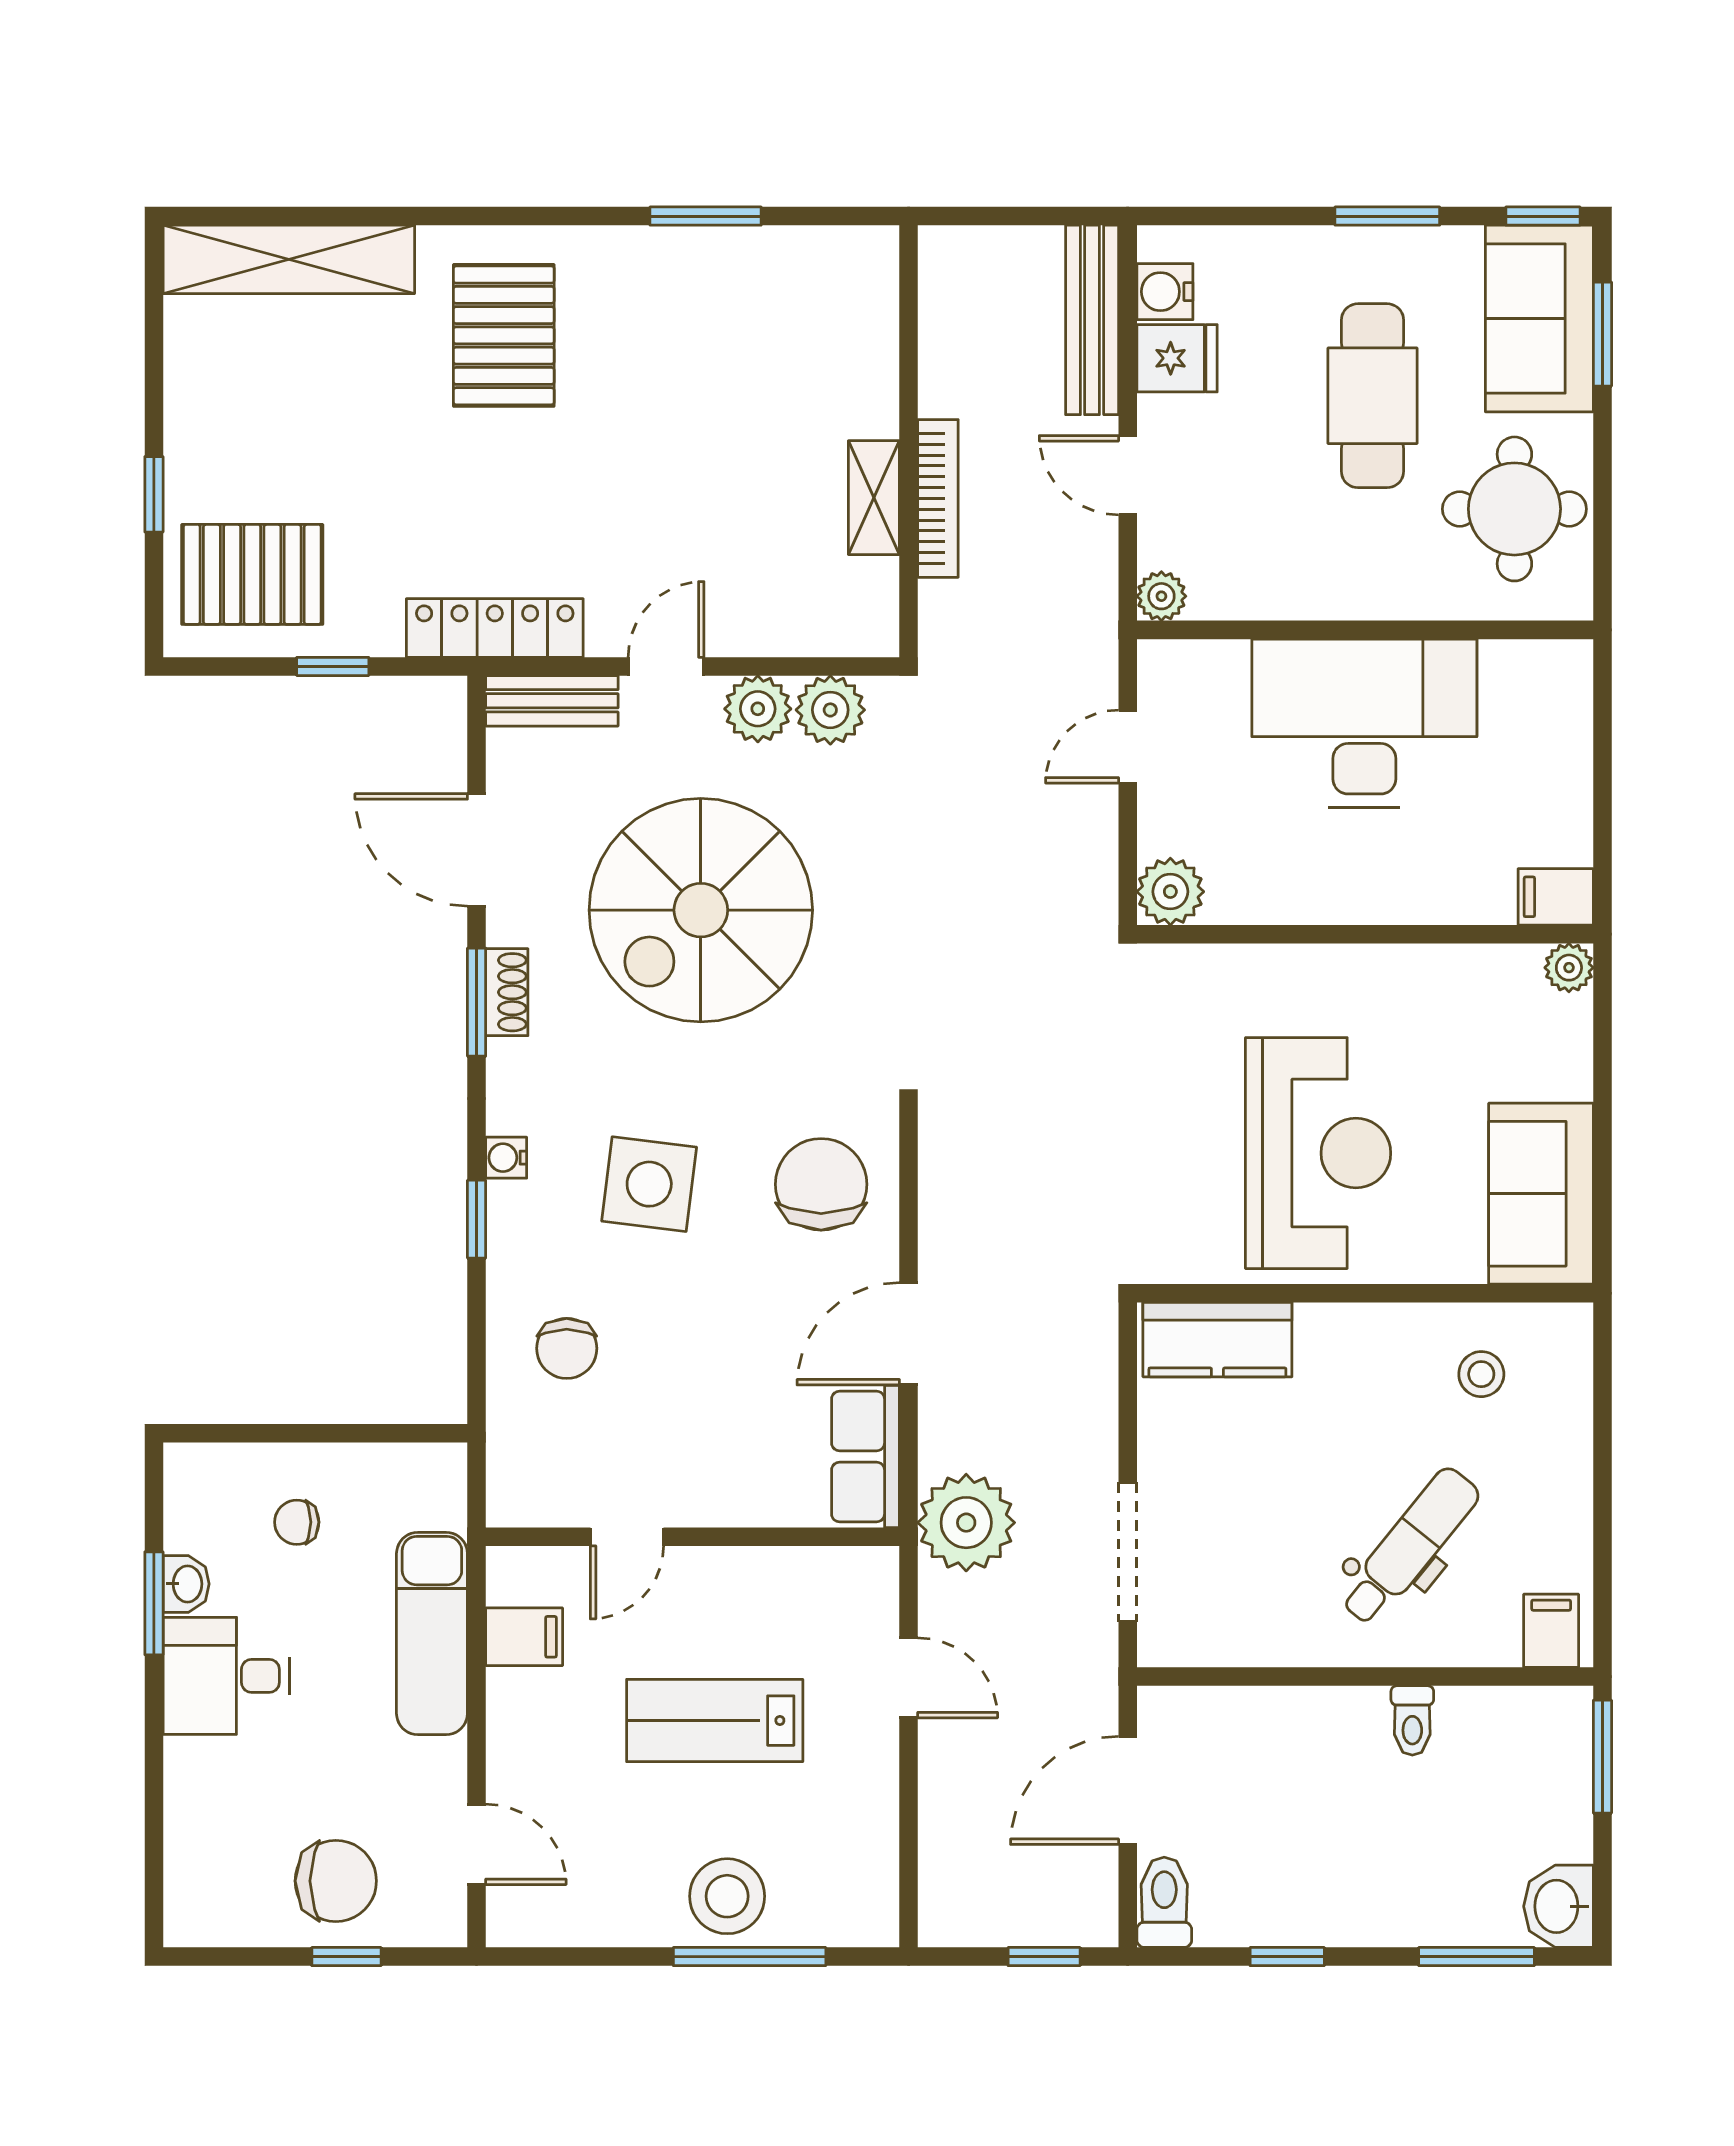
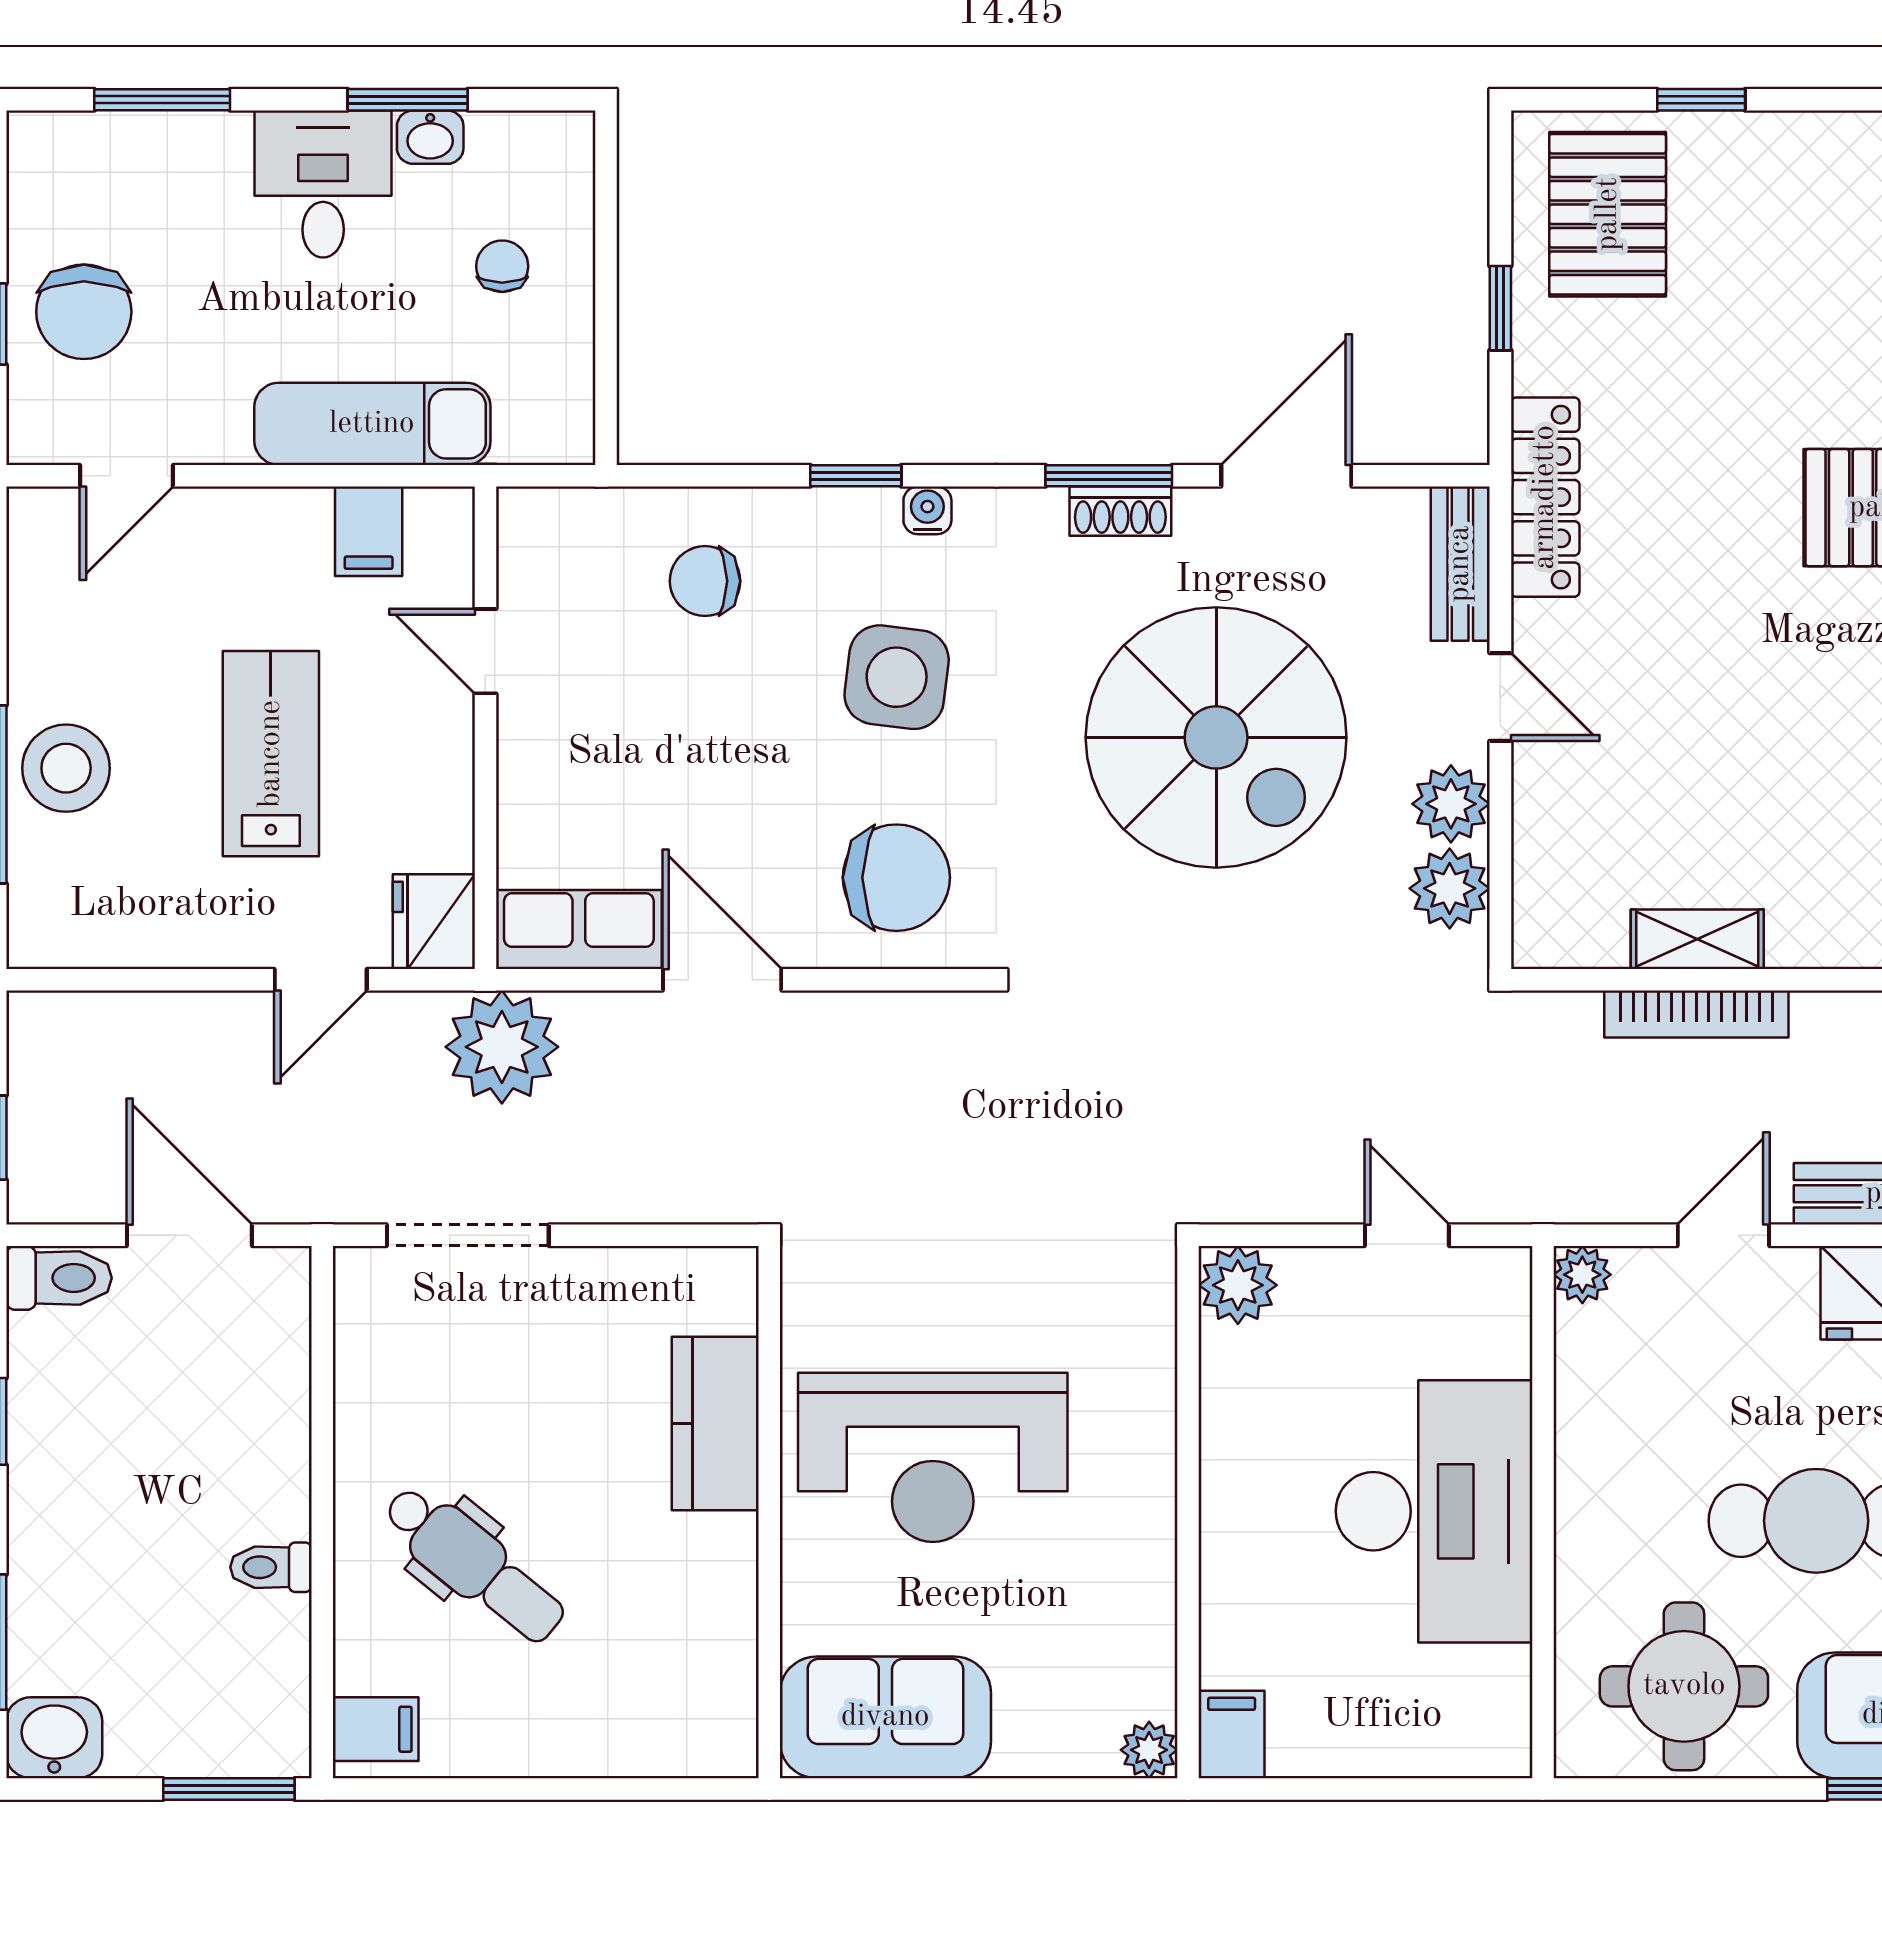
spiral stairs: (701, 910) -> (1216, 737), turned 180
kitchen counter: (1217, 1340) -> (715, 1423), moved
stool: (1481, 1374) -> (675, 1648), removed
fridge: (859, 1581) -> (434, 922), added
window: (154, 1814) -> (162, 100), added

